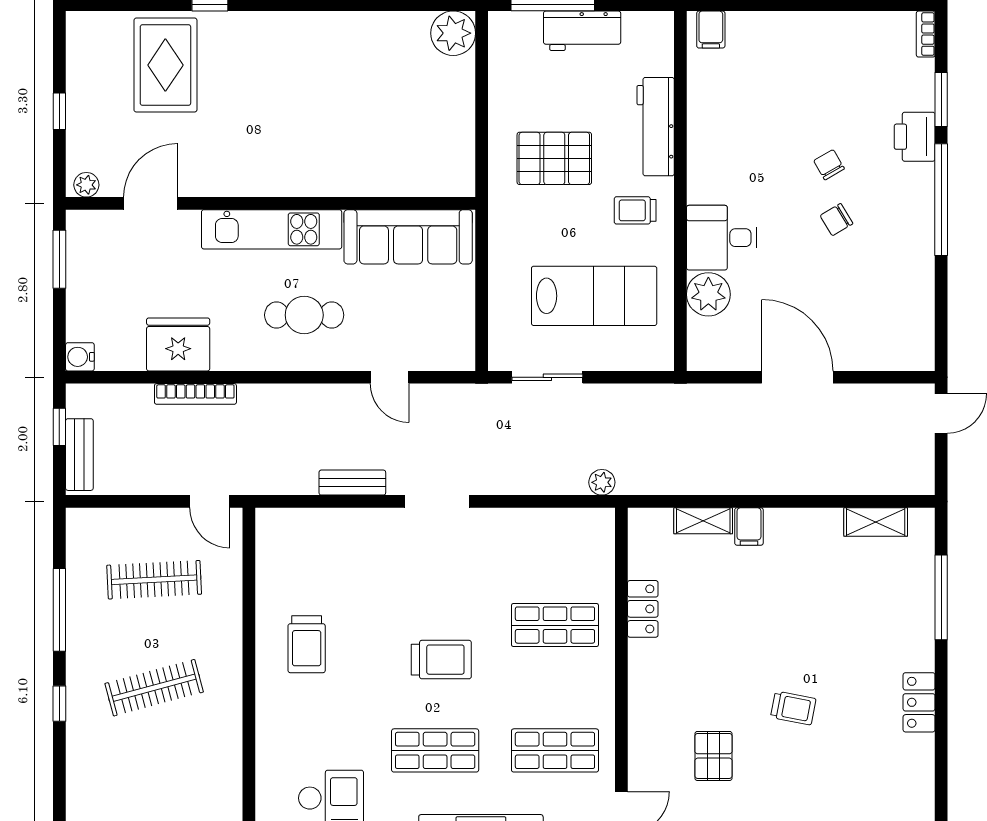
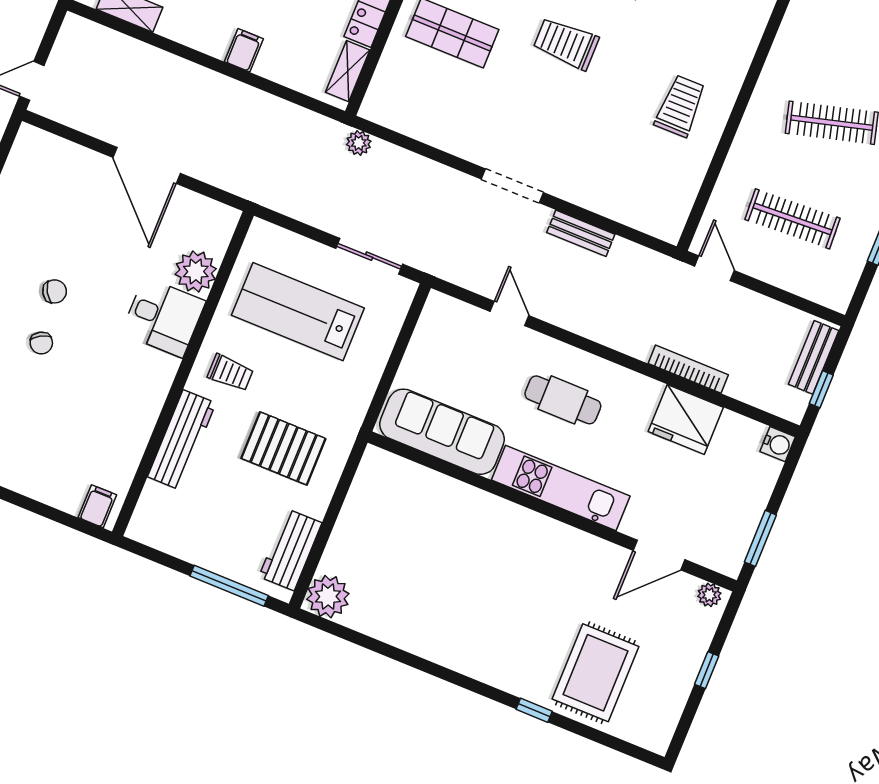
workbench: (582, 31) -> (290, 550), moved, turned -90
shelving: (703, 521) -> (348, 71), moved, turned 90

